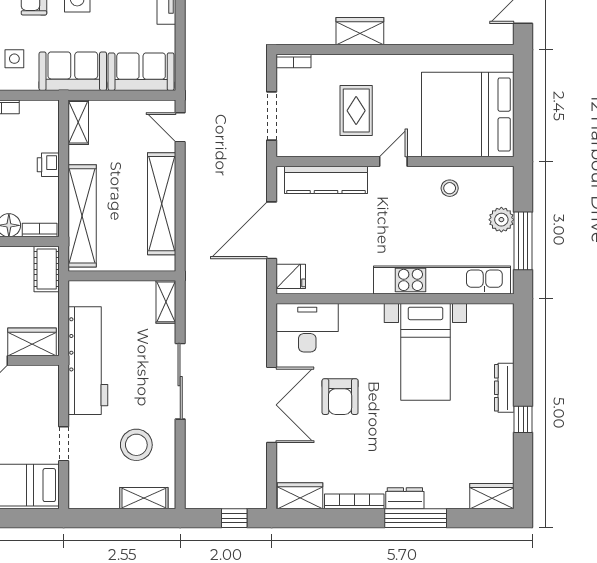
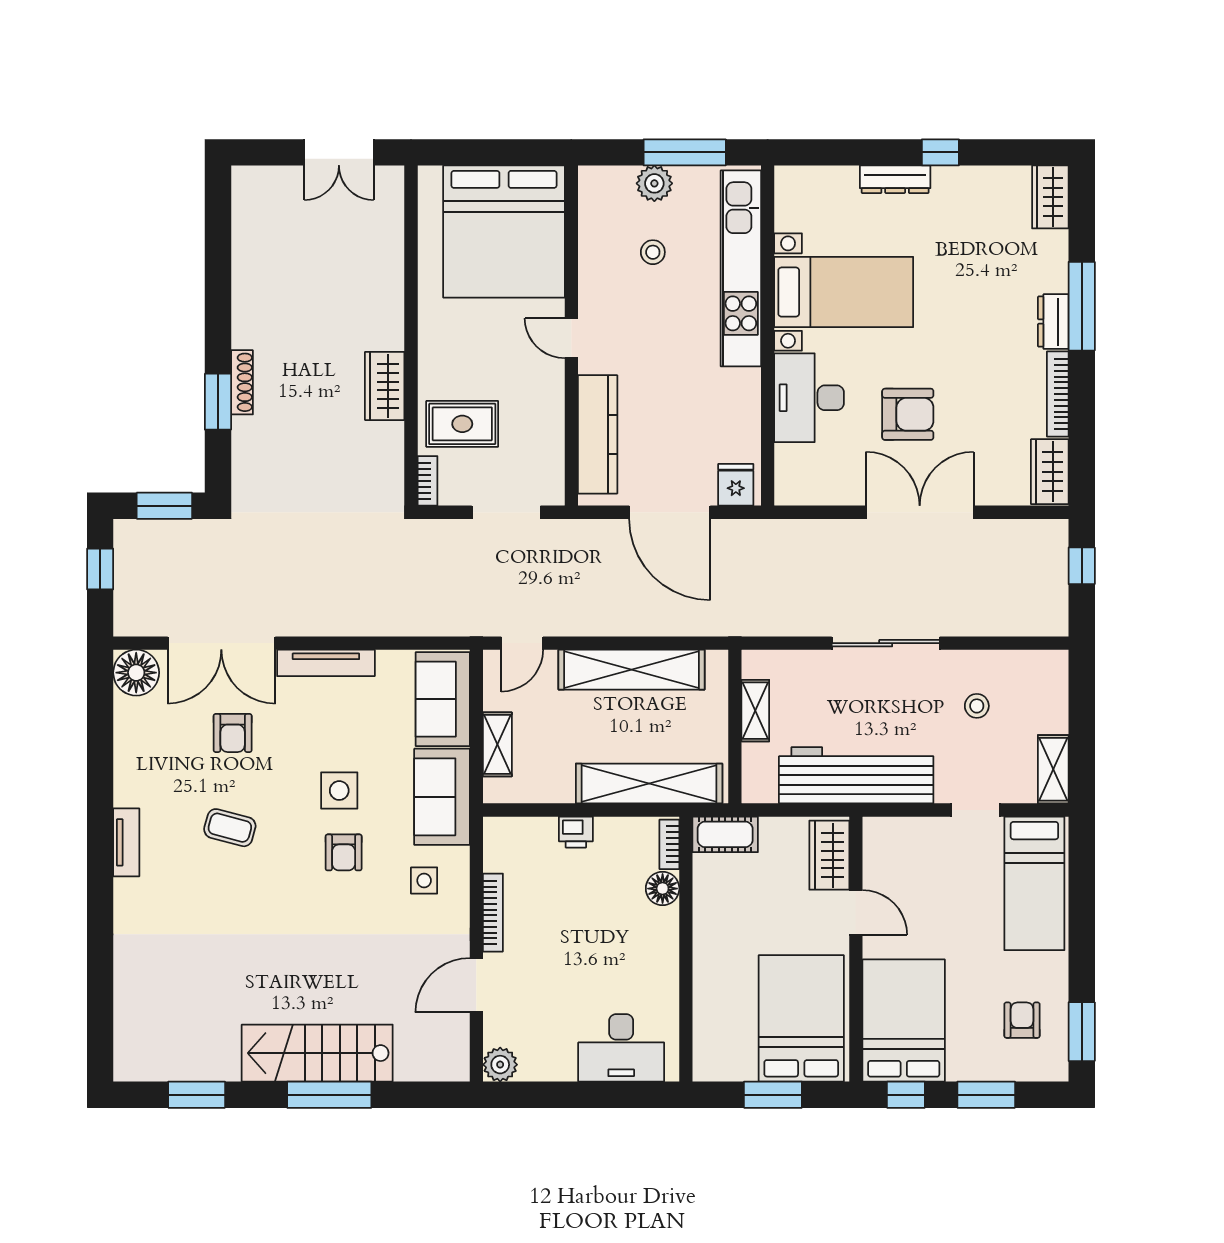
rug: (356, 111) -> (462, 424), moved
shelving: (78, 122) -> (497, 744), moved, turned 90
stool: (450, 188) -> (653, 252), moved
shelving: (166, 302) -> (755, 711), moved, turned 90
desk: (307, 328) -> (809, 398), moved
stool: (136, 445) -> (977, 706), width x0.53, depth x0.53
shelving: (144, 498) -> (1053, 769), moved

